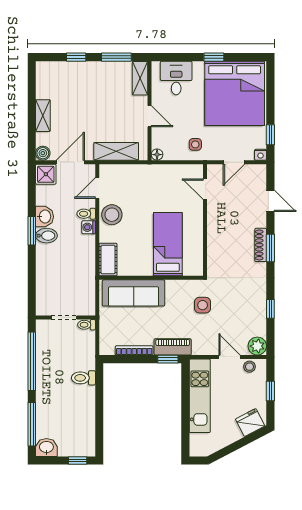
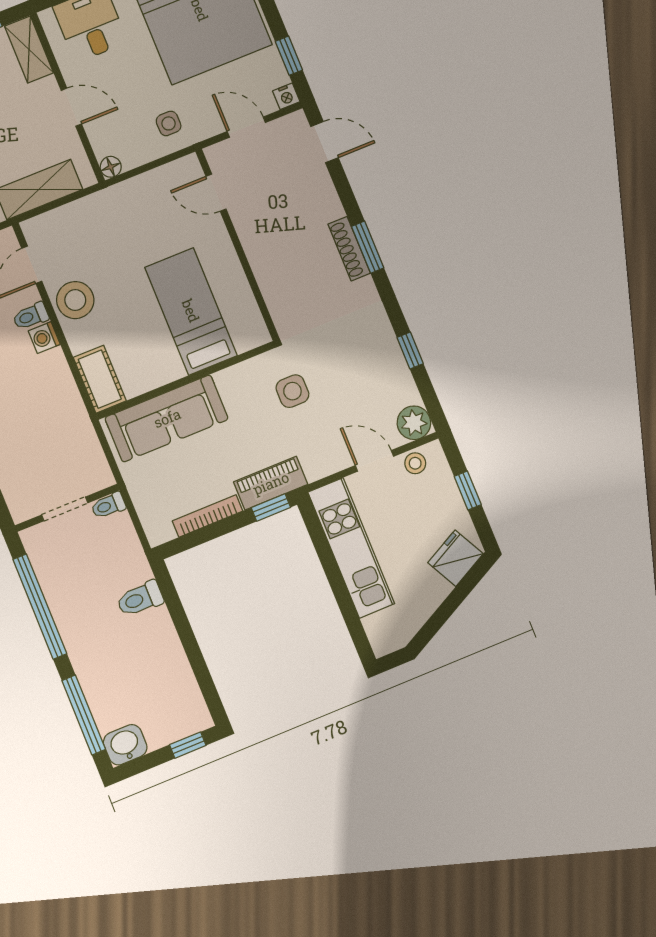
door: (234, 162) -> (246, 127), swing flipped
door: (270, 201) -> (324, 142), moved

